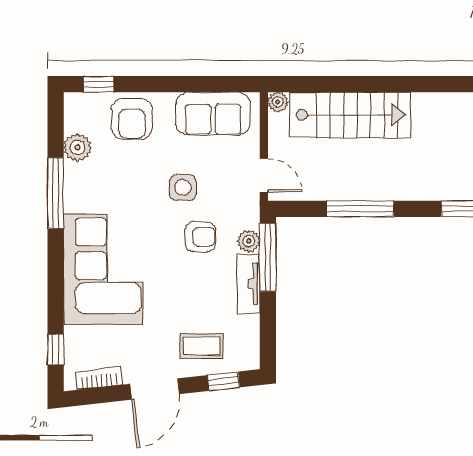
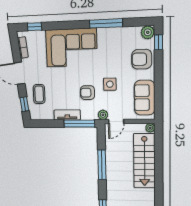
plant: (78, 147) -> (148, 32), moved
armchair: (200, 237) -> (87, 93), turned 90
plant: (249, 241) -> (103, 115), moved

